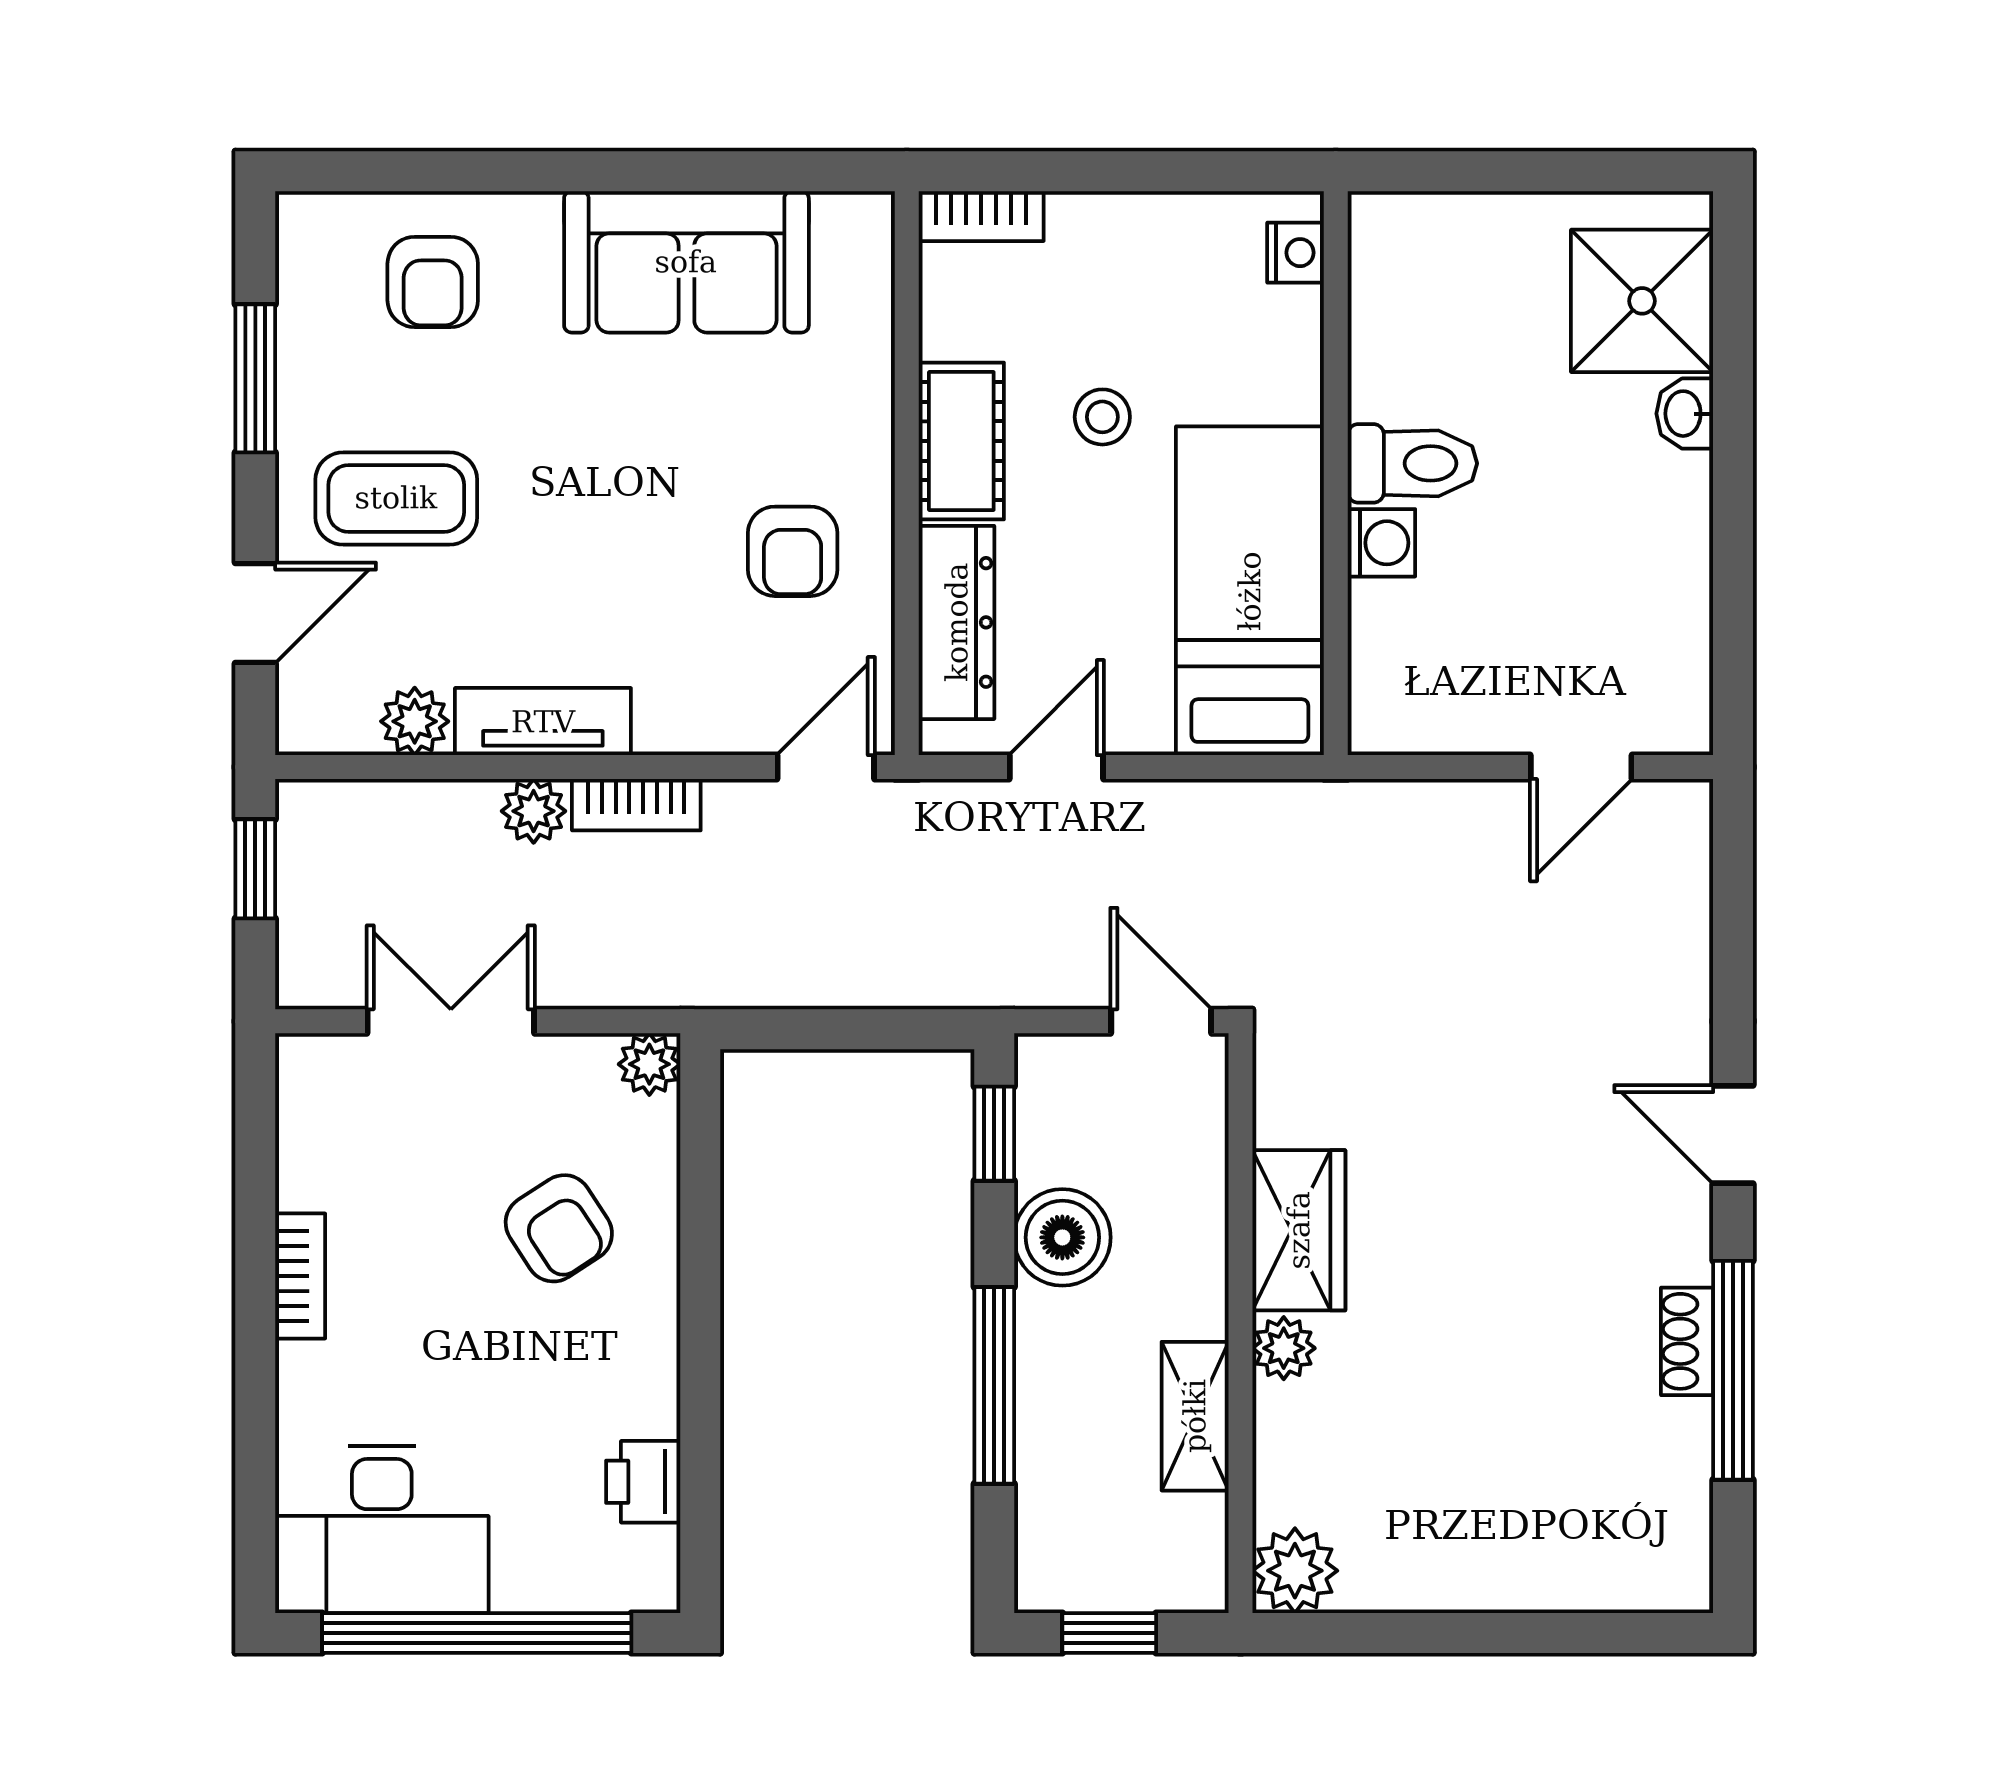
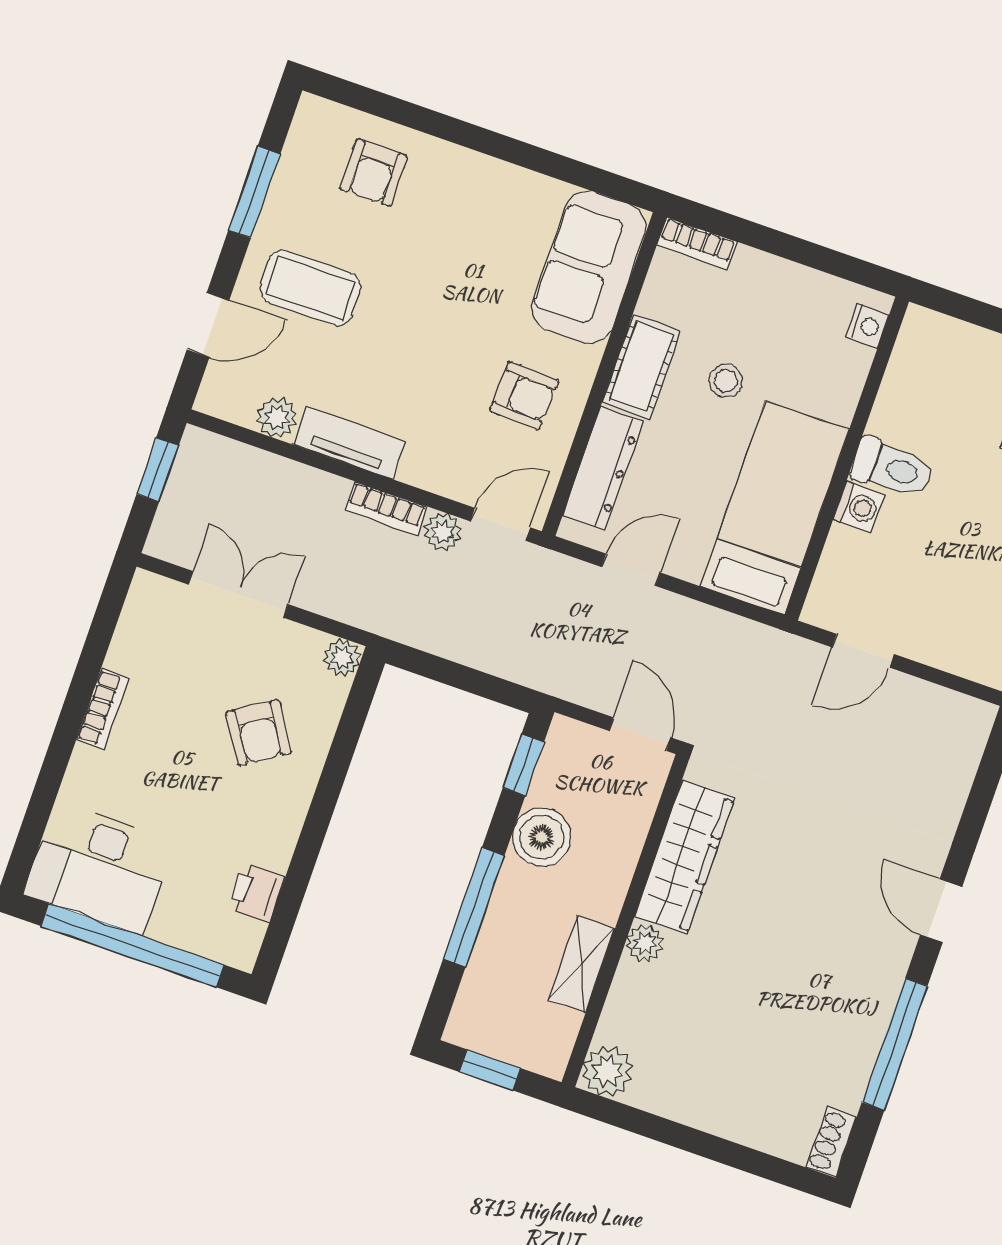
sofa: (686, 262) -> (589, 267), moved, turned 90
armchair: (793, 551) -> (524, 396), turned -87
door: (1581, 767) -> (863, 651), moved
plant: (534, 811) -> (443, 532), moved
wardrobe: (1299, 1230) -> (685, 857), width x1.50
shoe rack: (1687, 1341) -> (831, 1142), moved

